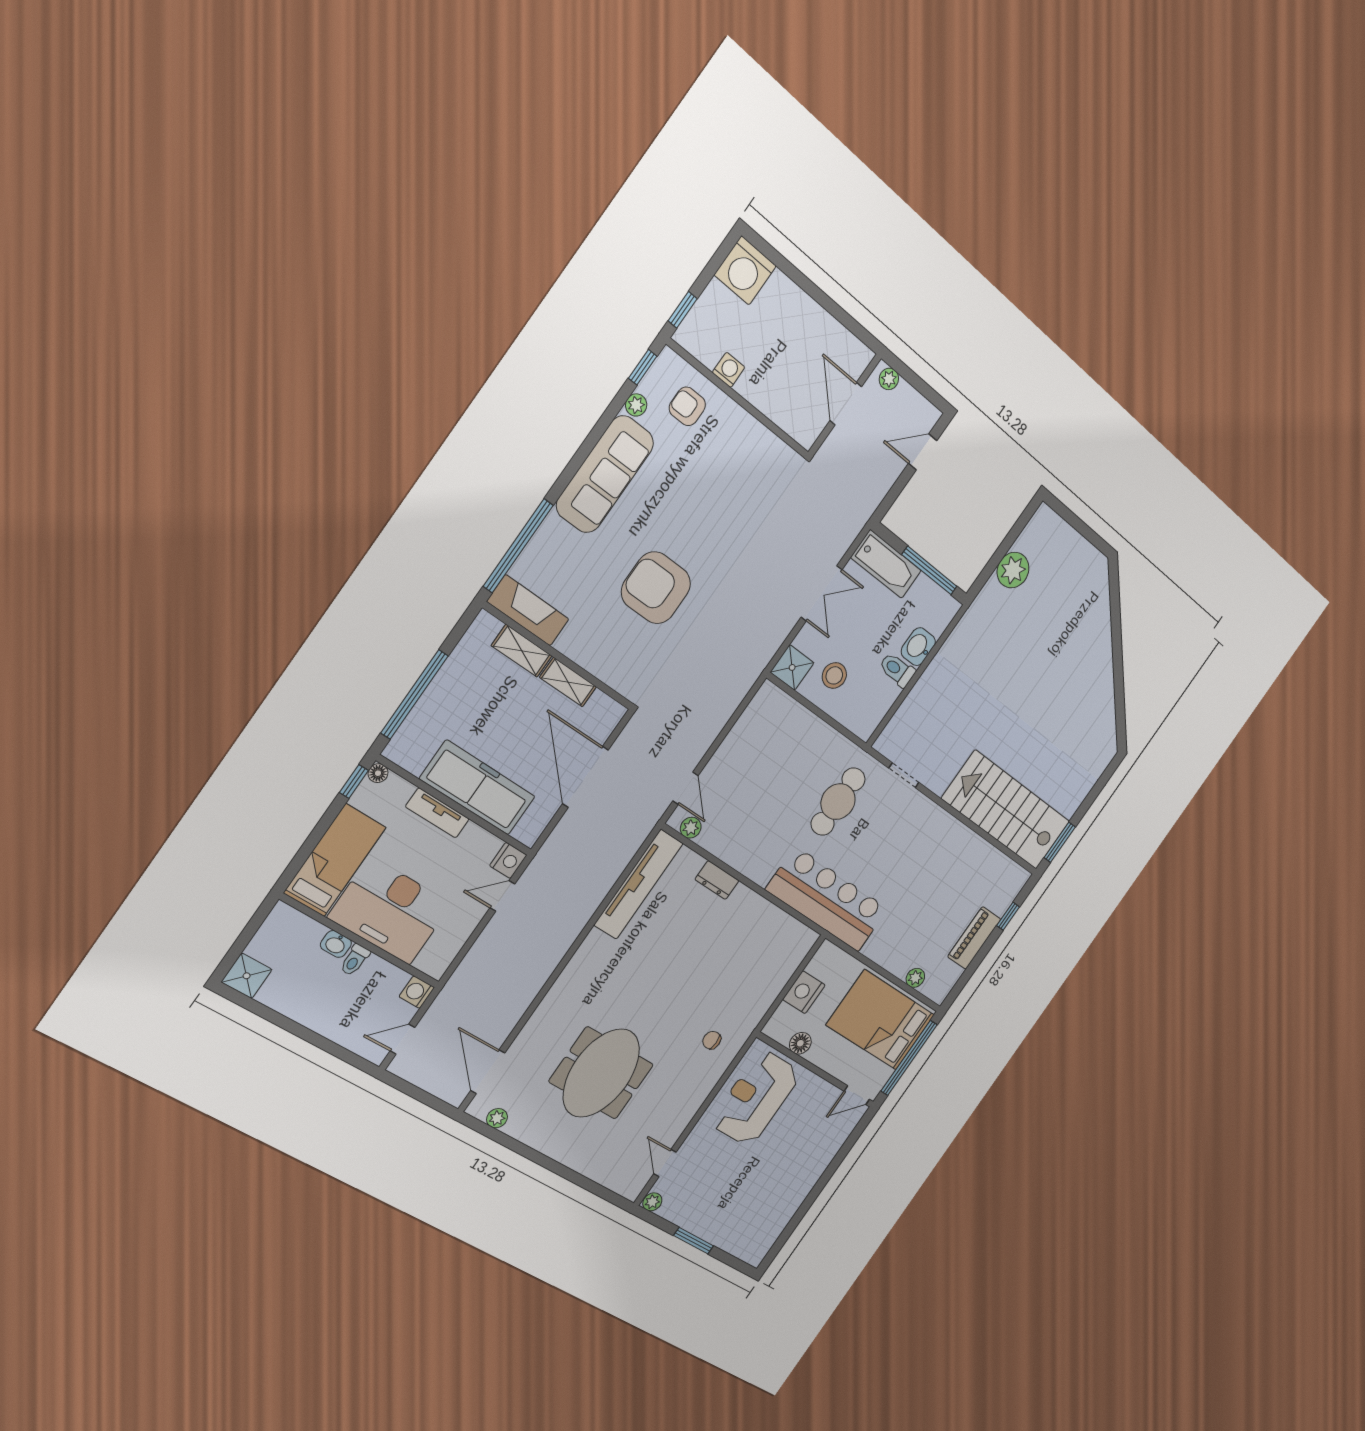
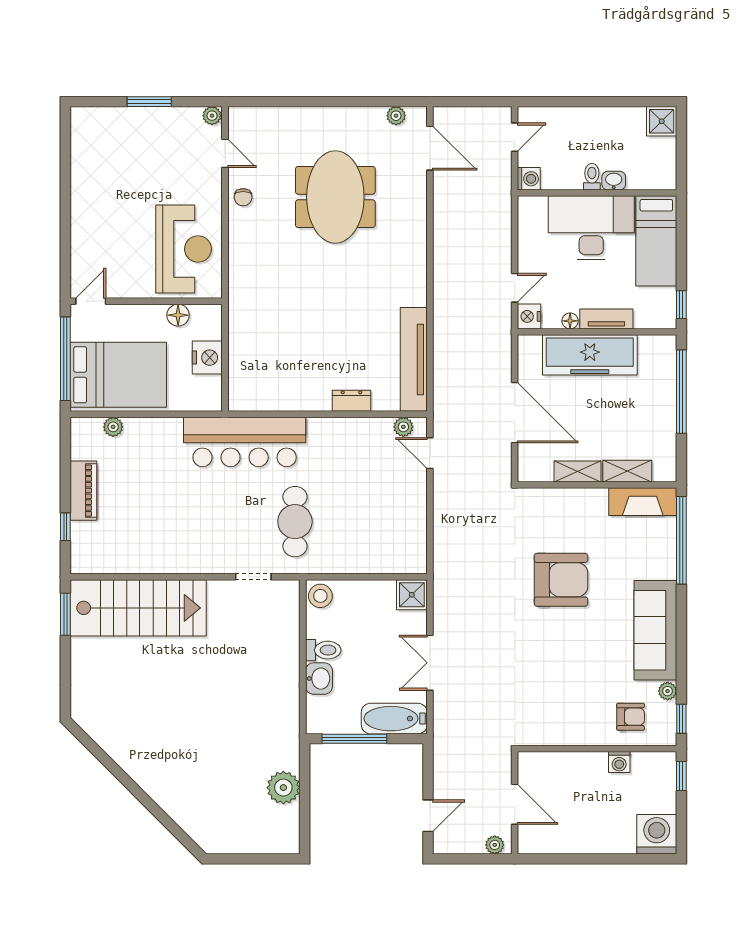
stool: (834, 675) -> (320, 596), moved
floor lamp: (378, 773) -> (570, 321), moved
chair: (712, 1040) -> (243, 197), moved, turned 90

